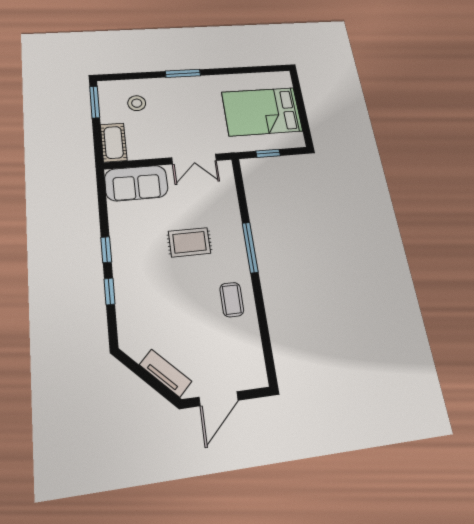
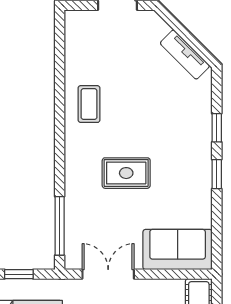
window: (250, 247) -> (60, 226), moved
tv unit: (166, 373) -> (185, 55), moved

